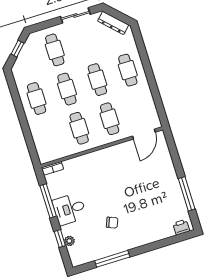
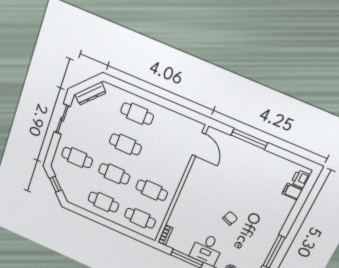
cafe table: (110, 119) -> (140, 218), moved
window: (187, 194) -> (249, 139), moved
chair: (112, 223) -> (230, 218), moved
filing cabinet: (168, 230) -> (292, 192), added

